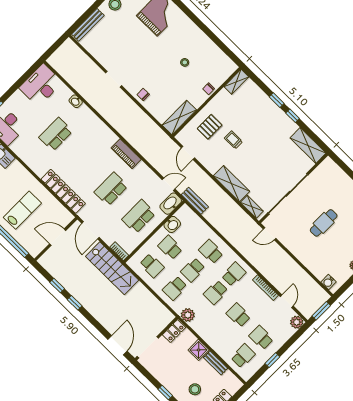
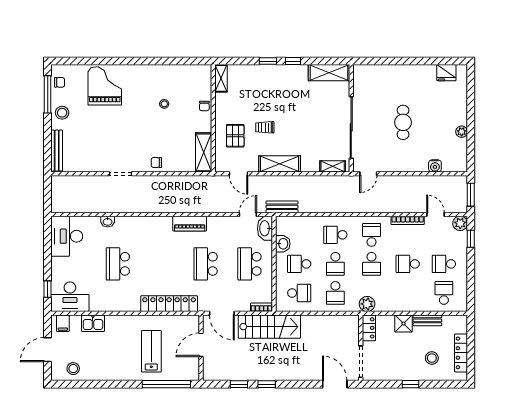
shelving: (231, 184) -> (280, 164), moved
water cooler: (328, 282) -> (435, 166), moved
window: (272, 360) -> (471, 239), moved

